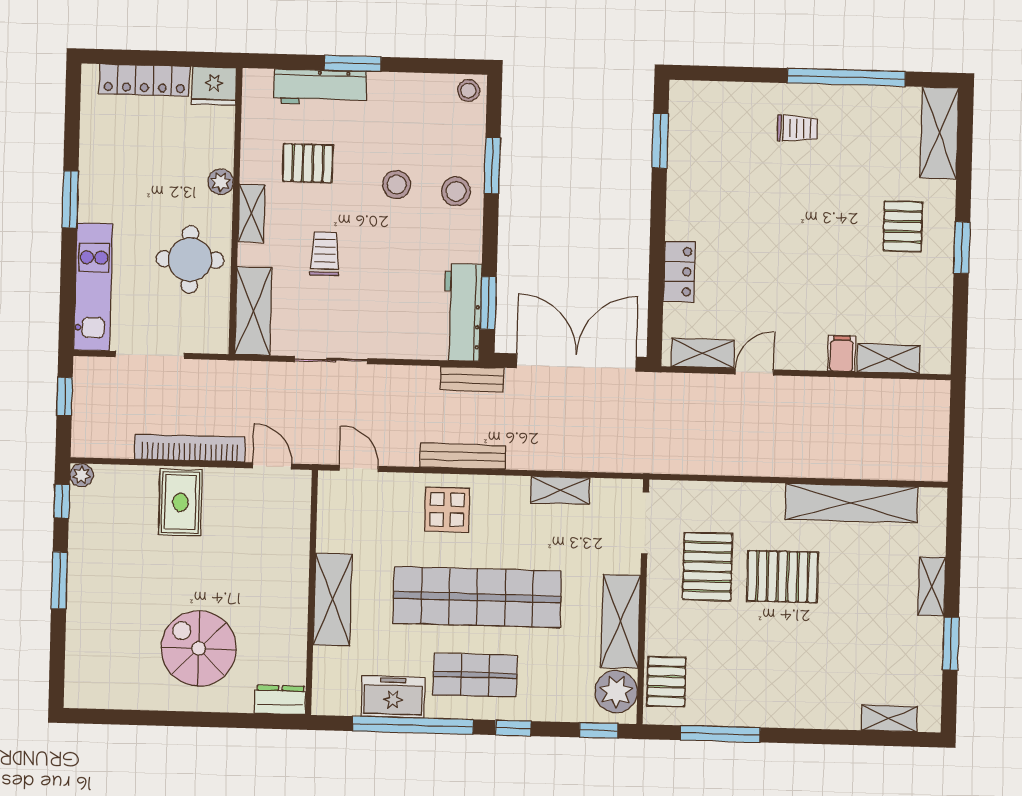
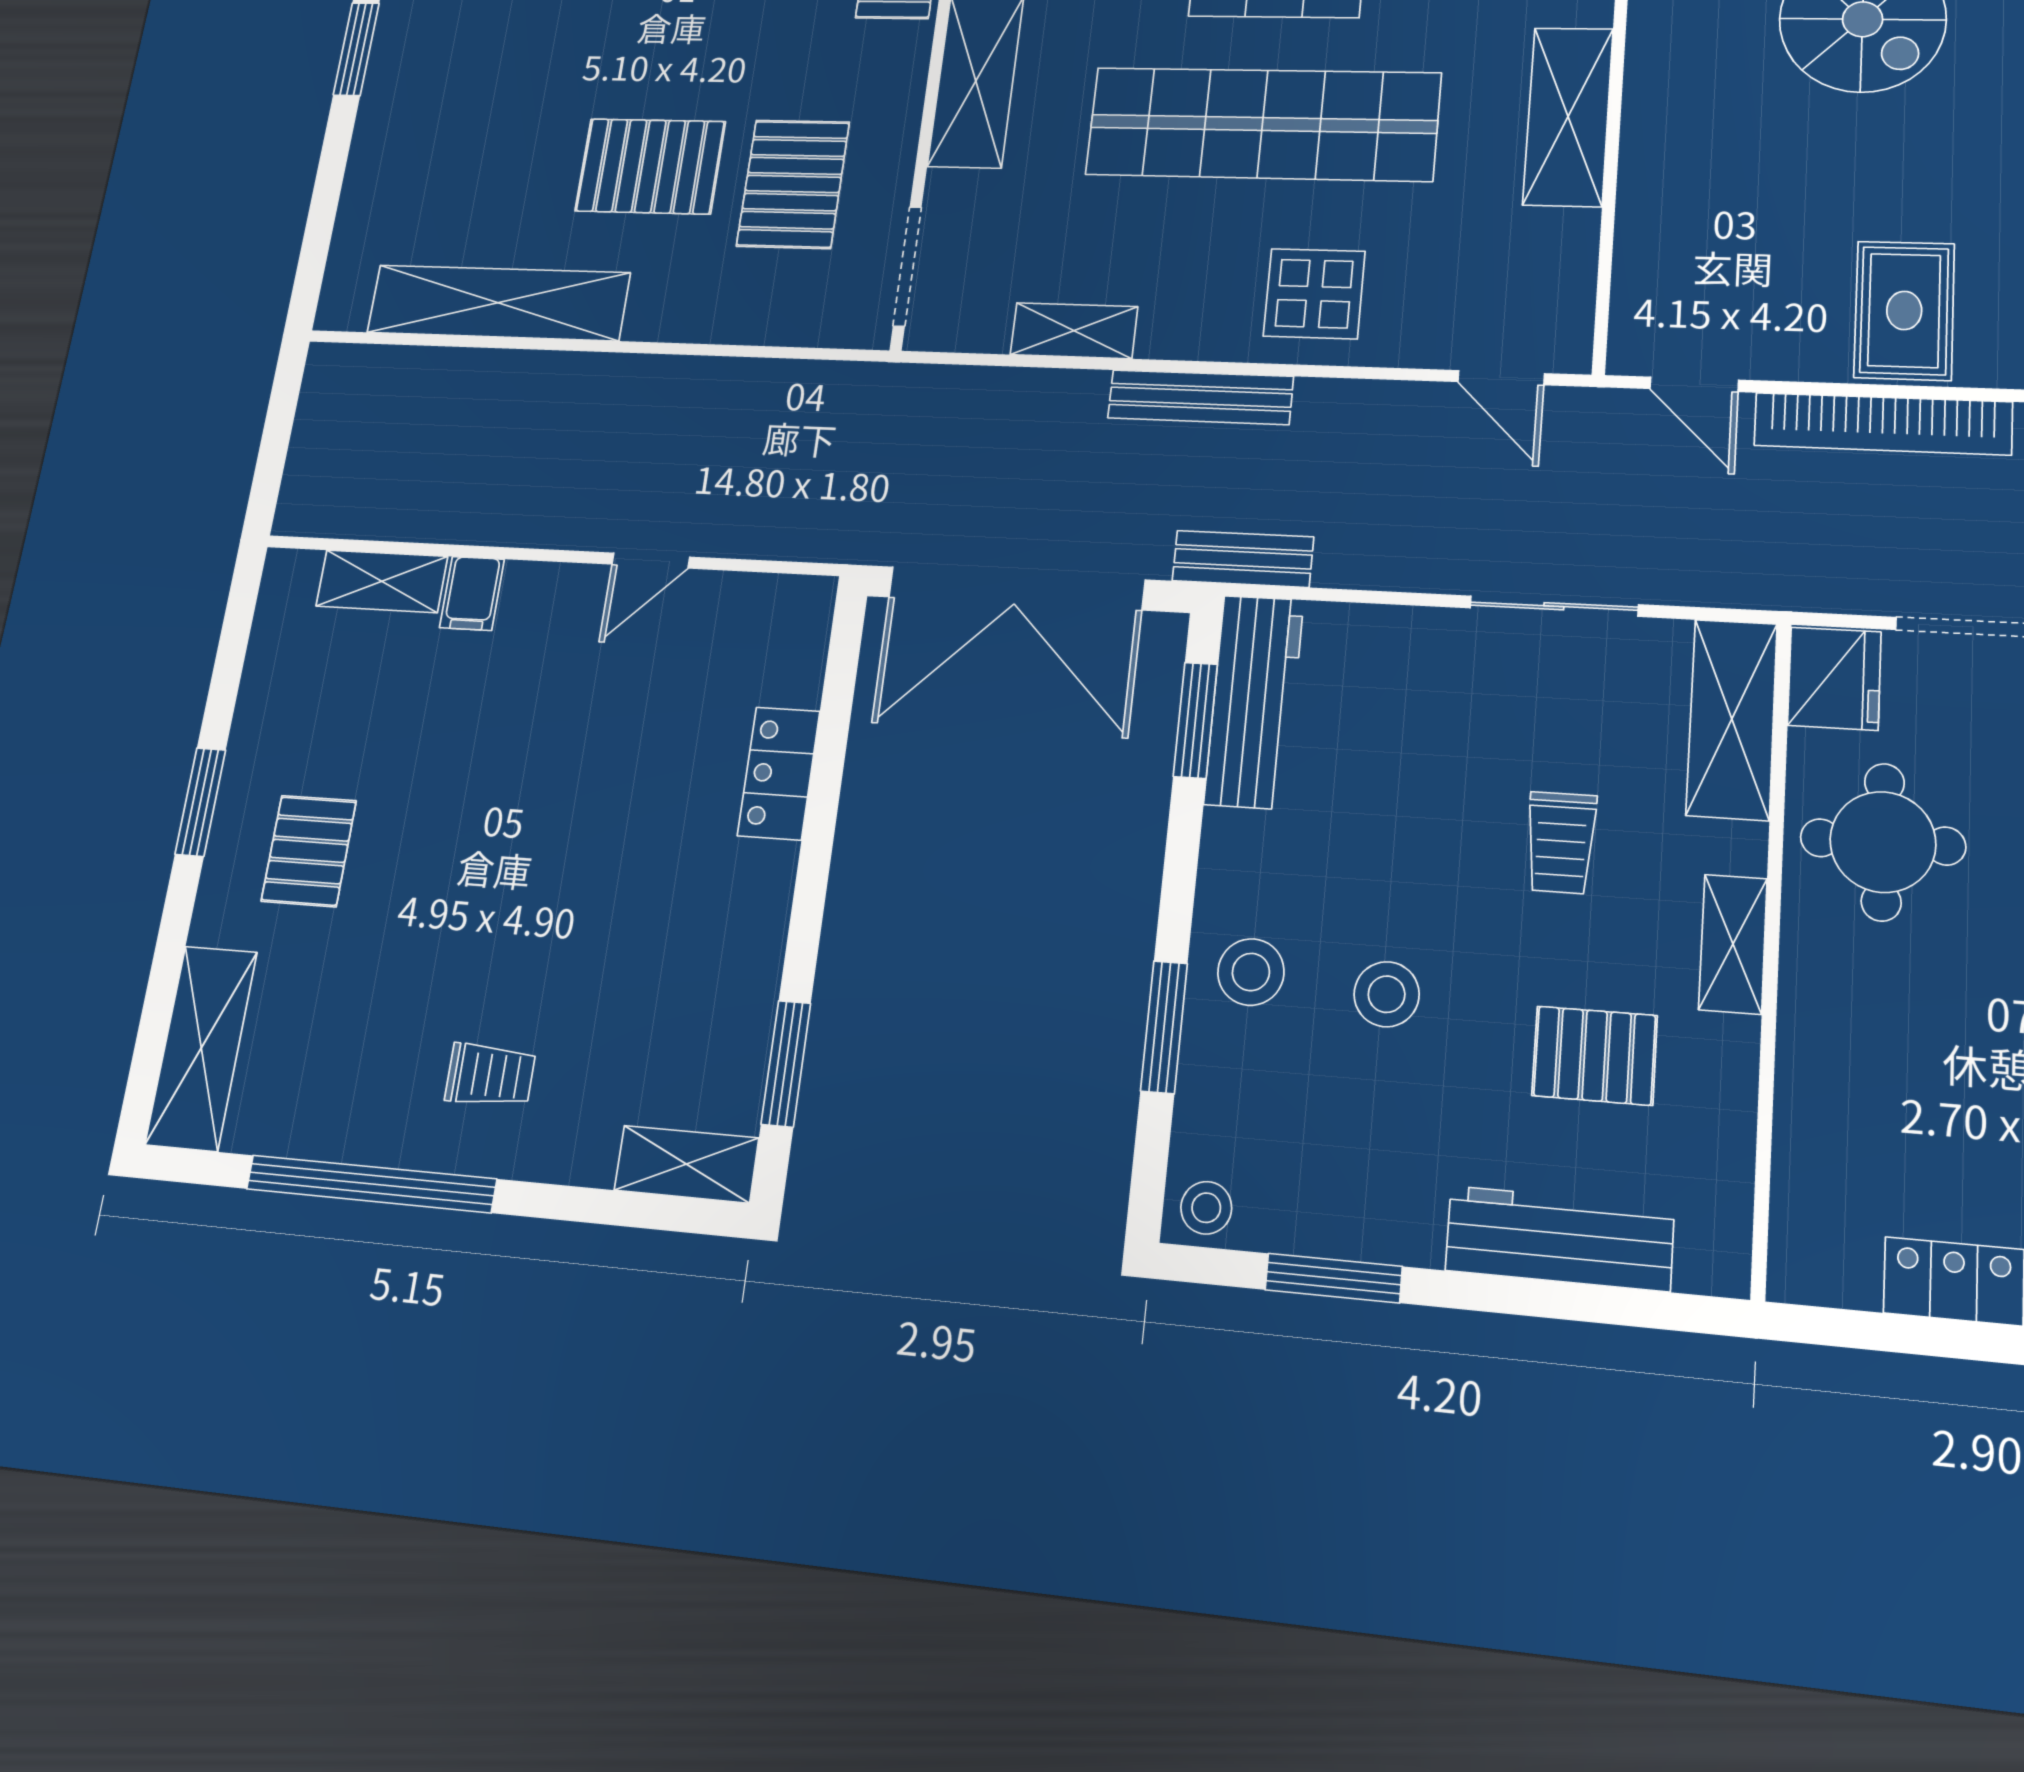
window: (353, 63) -> (1334, 1278), moved
fridge: (214, 86) -> (1834, 679), moved, turned 90
trolley: (797, 128) -> (490, 1075), turned 180
plant: (221, 182) -> (1807, 1022), removed
shelving: (703, 353) -> (686, 1164), moved
bench: (463, 456) -> (1200, 397), moved
shelving: (932, 586) -> (373, 150), removed

